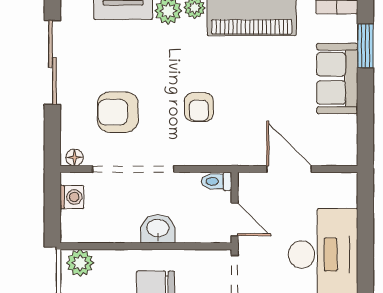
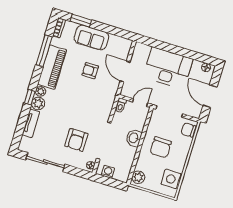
armchair: (199, 107) -> (90, 71), moved, turned 180
door: (289, 169) -> (125, 71), hinge flipped

